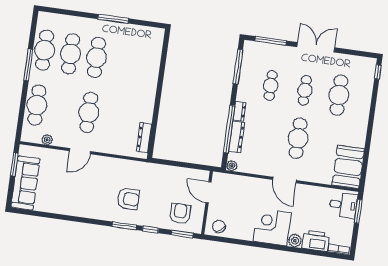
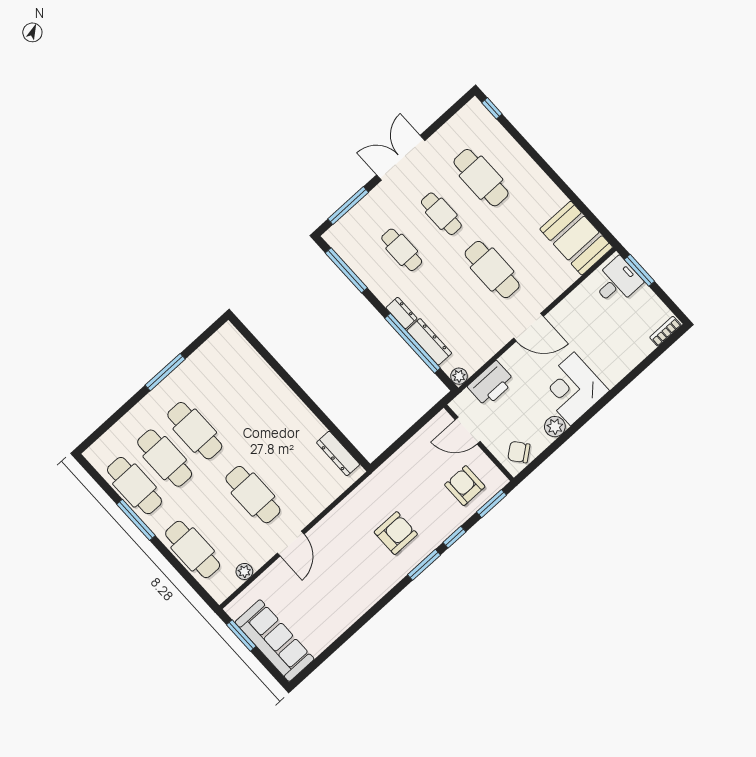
plant: (295, 241) -> (555, 427), moved
printer: (316, 241) -> (491, 384), moved, turned 180

